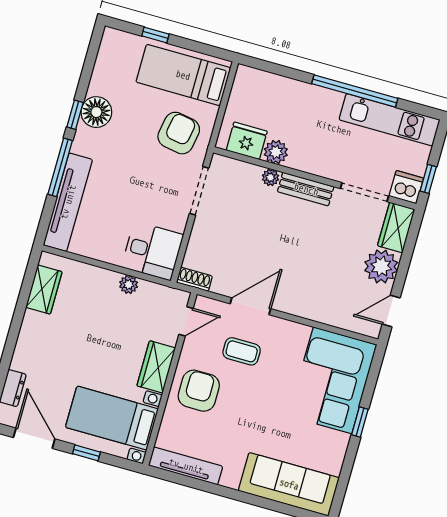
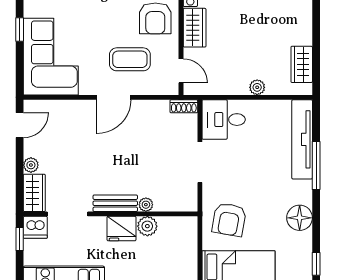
window: (75, 115) -> (316, 264), moved
fridge: (247, 141) -> (122, 229), moved
doorway: (199, 191) -> (200, 162), moved
plant: (381, 266) -> (31, 165), width x0.53, depth x0.53
plant: (129, 284) -> (257, 87), moved
door: (250, 306) -> (114, 97), moved
door: (186, 321) -> (181, 71), swing flipped
coffee table: (242, 351) -> (130, 59), width x1.36, depth x1.30

